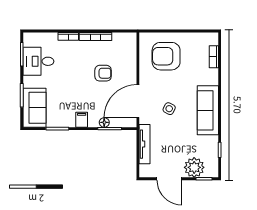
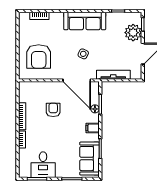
sofa: (34, 108) -> (89, 159), moved, turned -90

